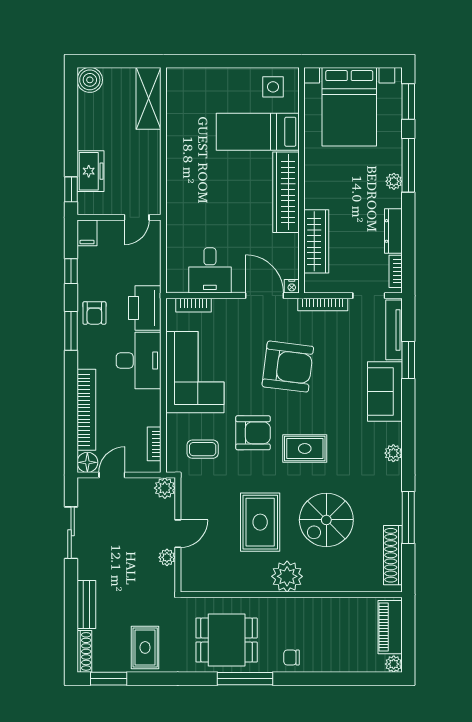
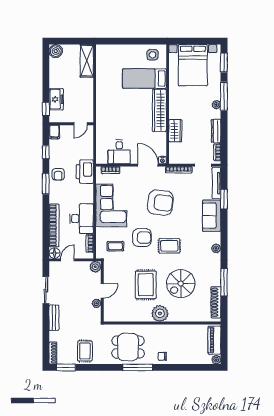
wardrobe: (316, 241) -> (175, 131), width x0.67
desk: (139, 360) -> (82, 219), moved
bench: (86, 605) -> (54, 318), moved

